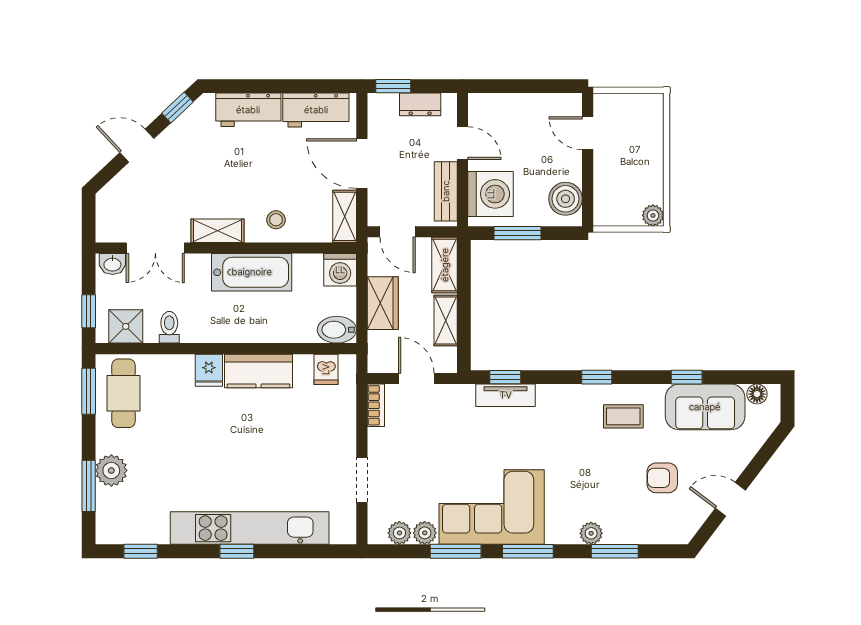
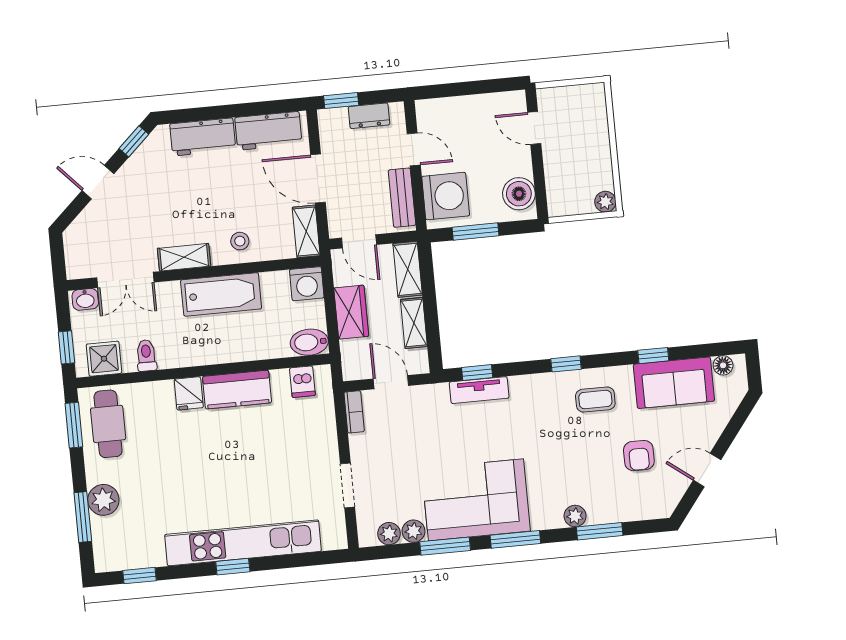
armchair: (662, 478) -> (639, 456), turned -90

